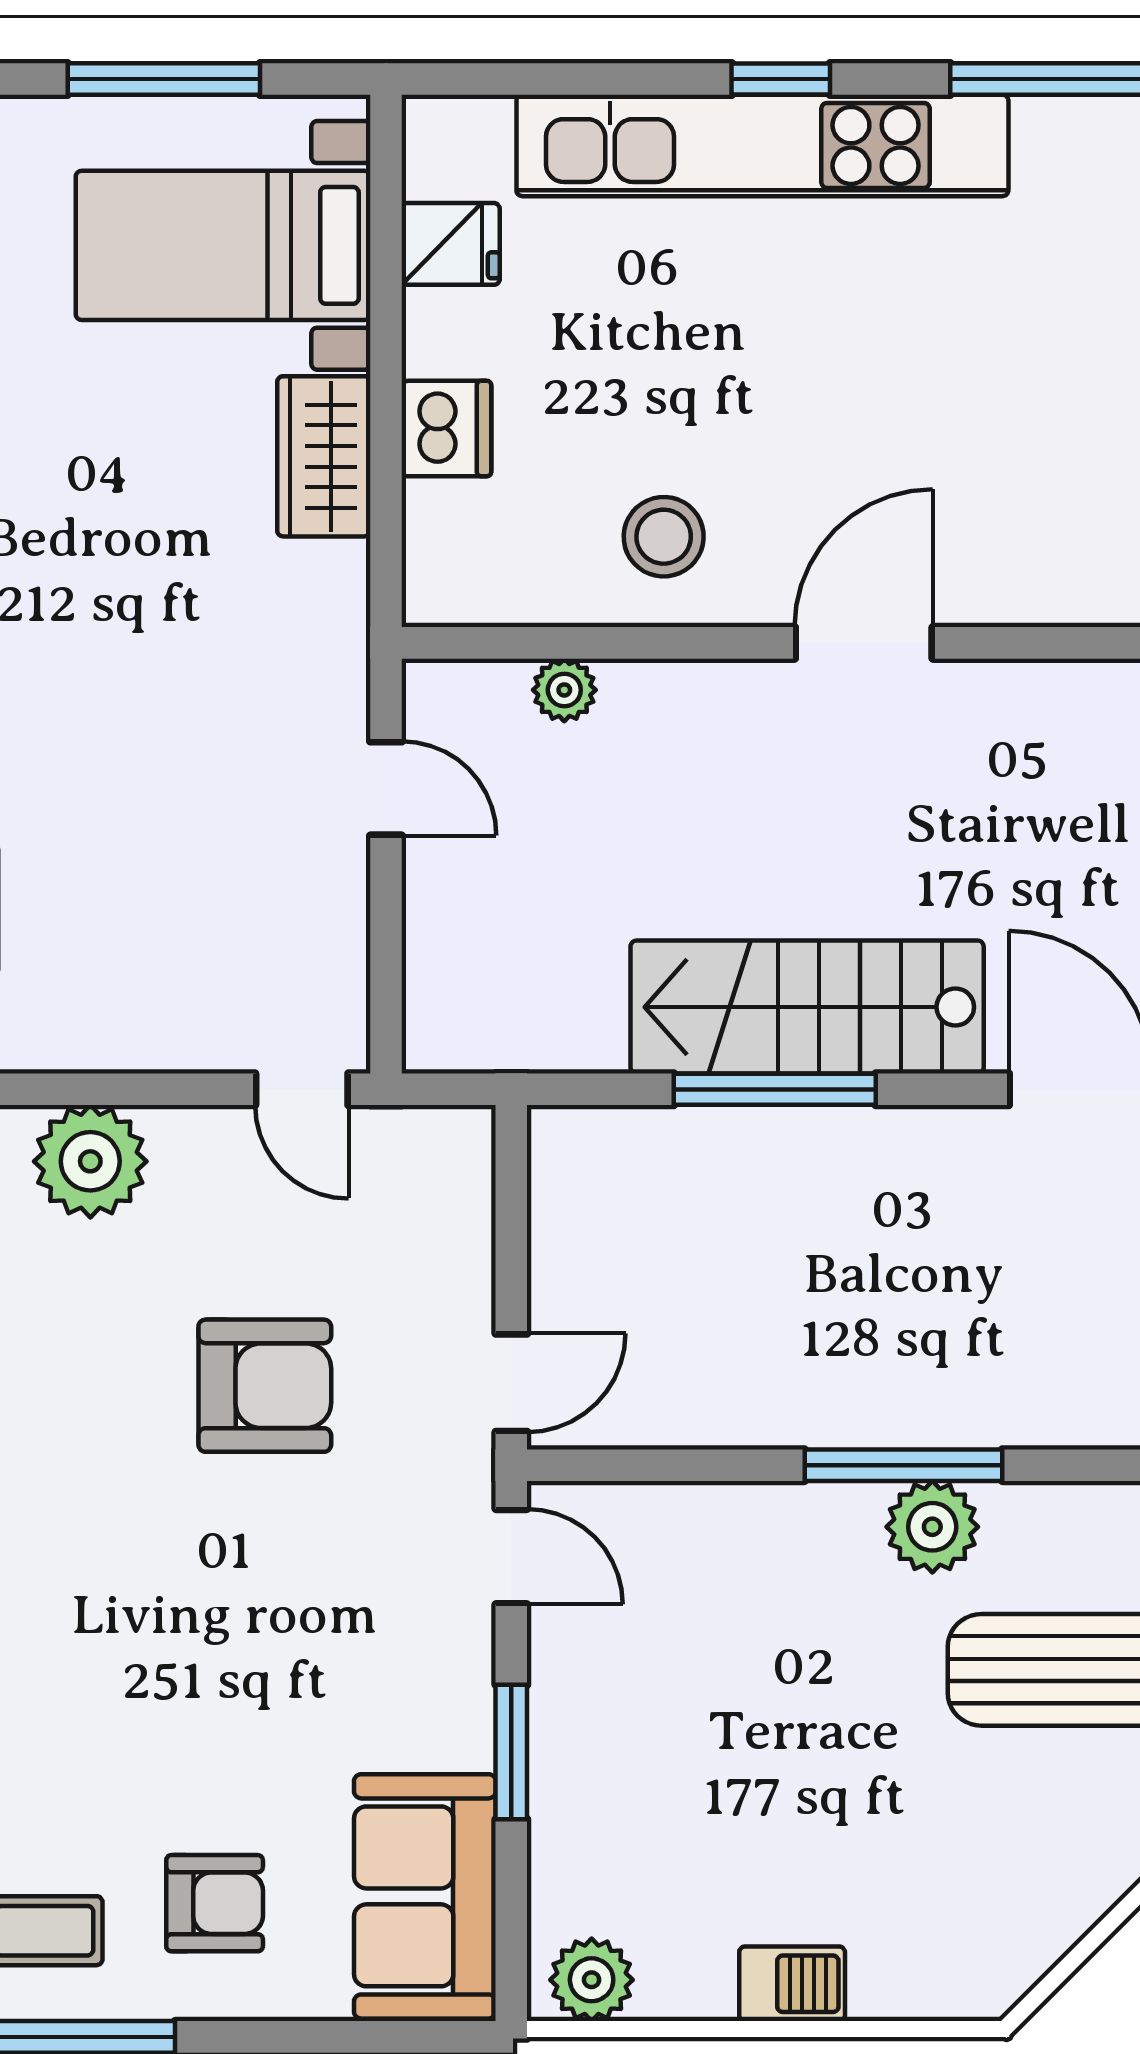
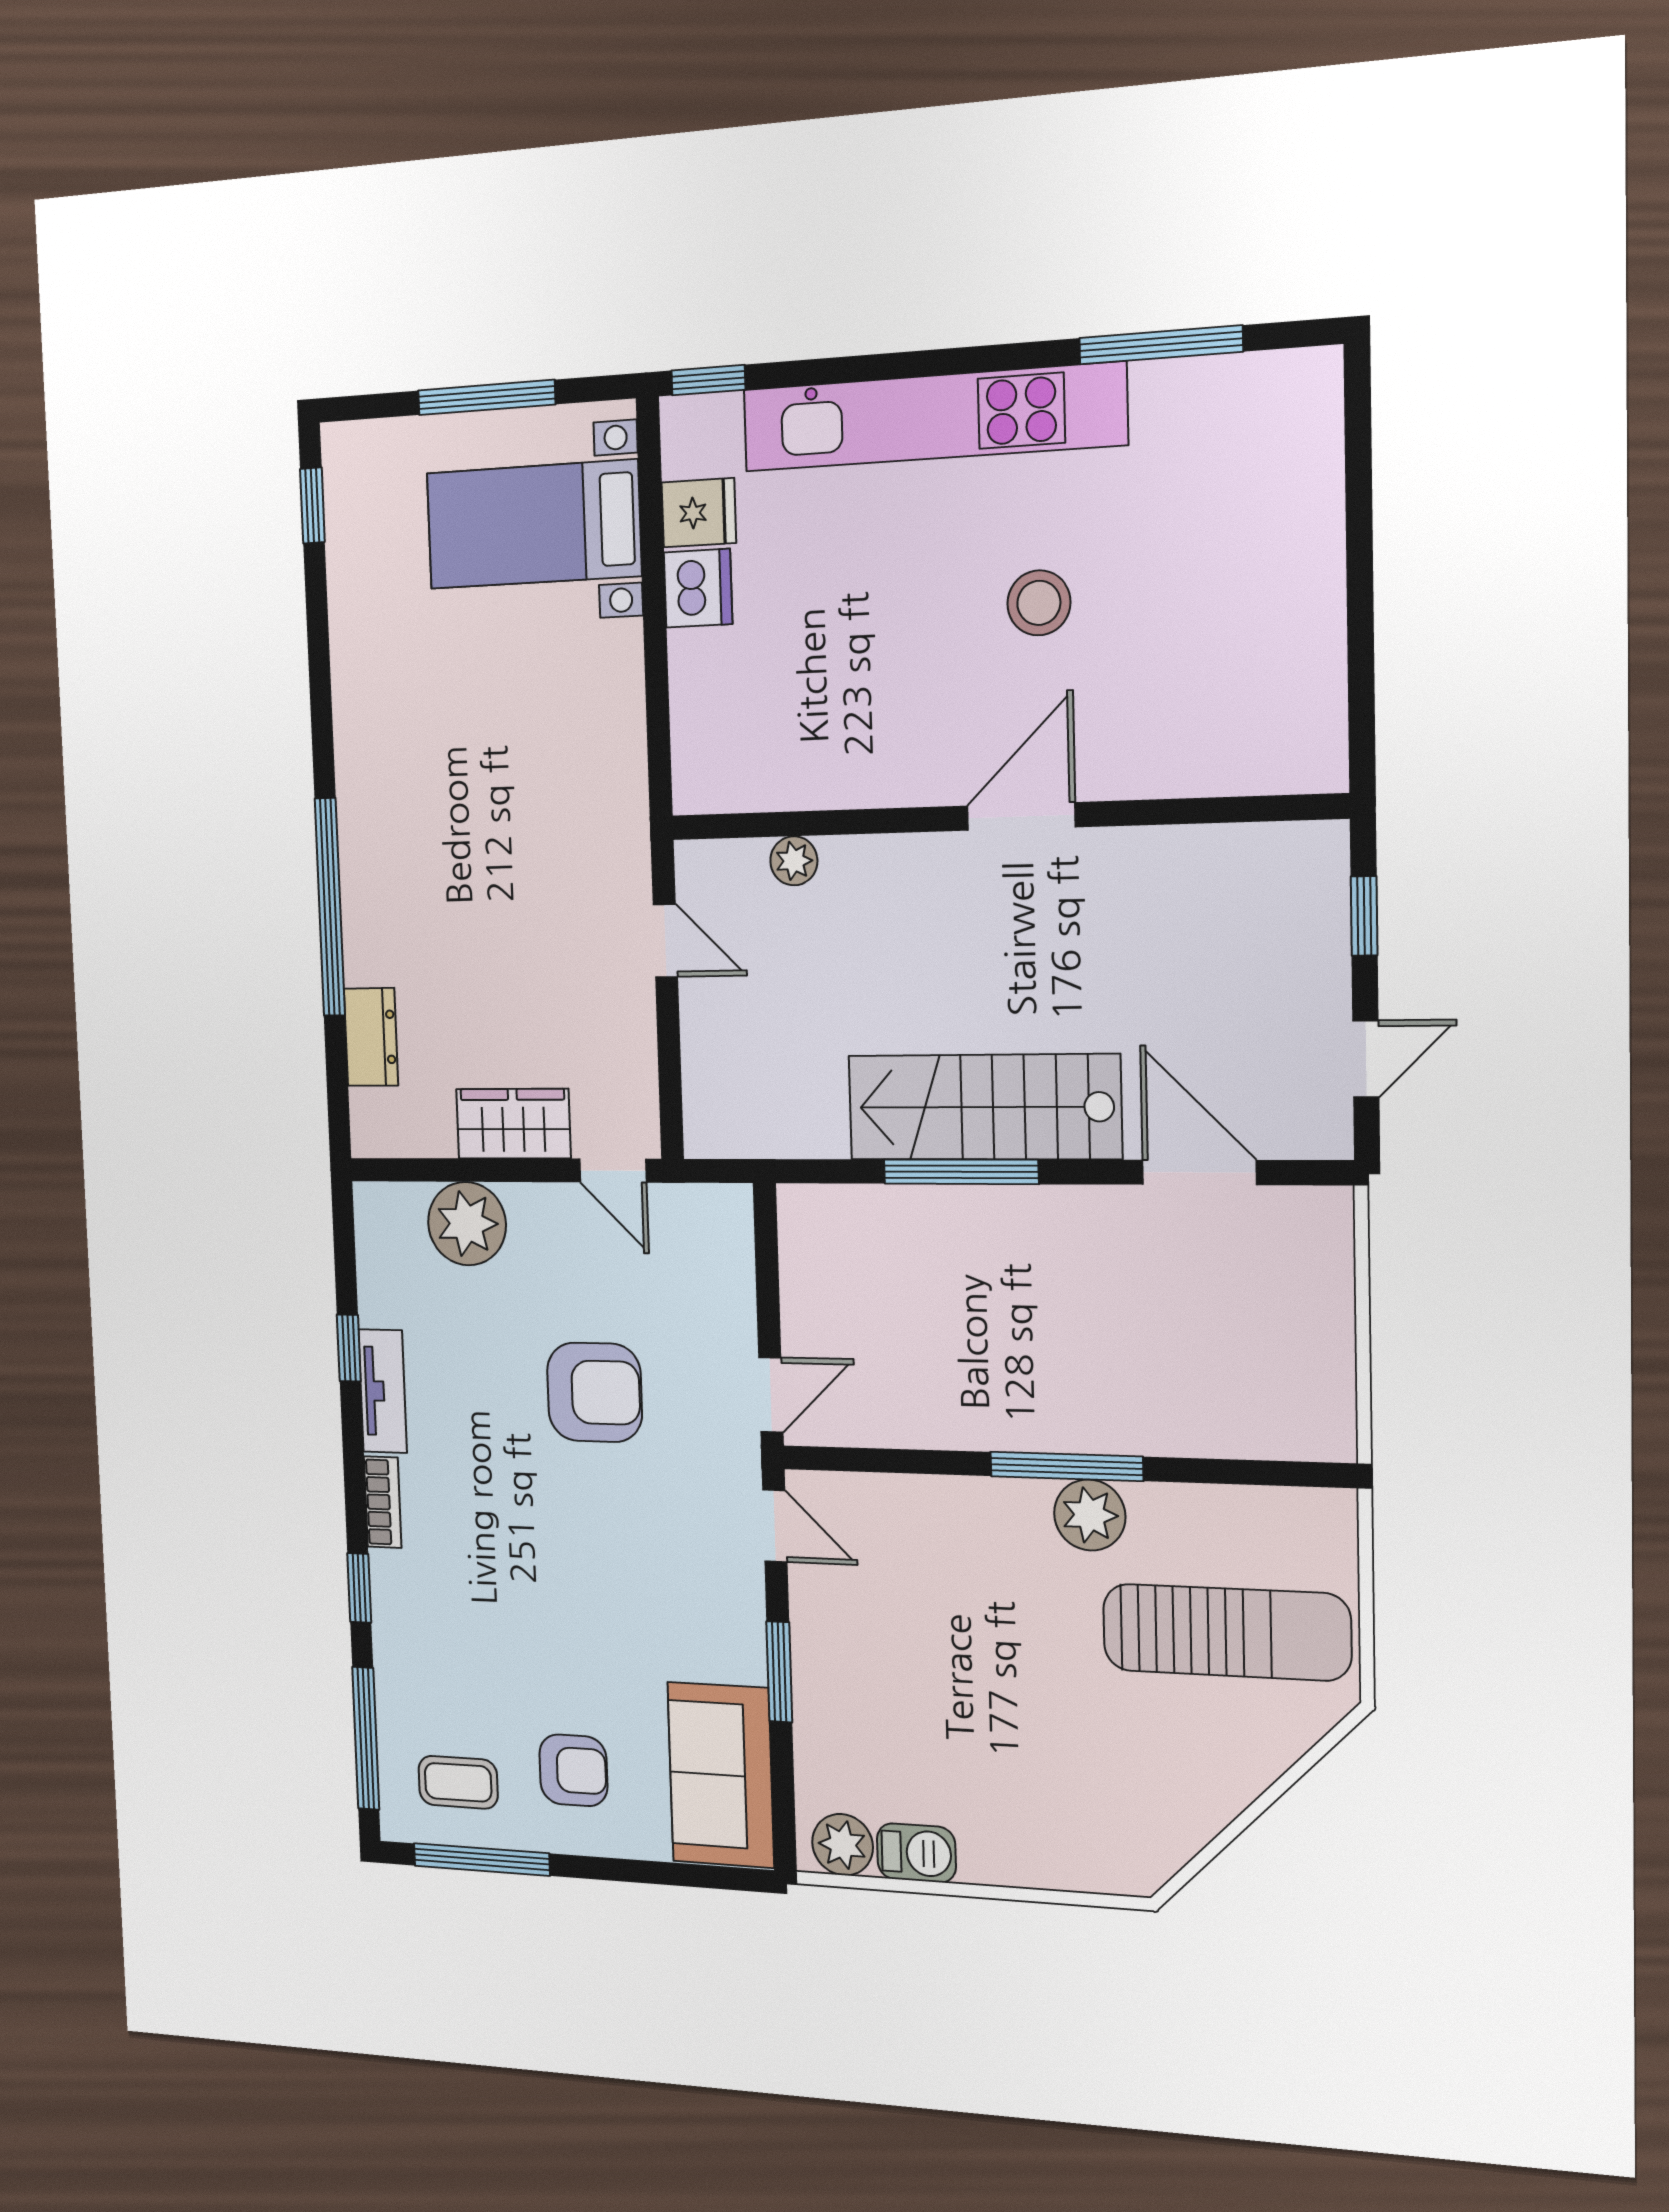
window: (781, 79) -> (708, 380), moved
dishwasher: (446, 429) -> (698, 588), moved
wardrobe: (324, 456) -> (513, 1124), moved, turned 90
stool: (664, 537) -> (1039, 603), moved
barbecue: (792, 1984) -> (916, 1853), moved

